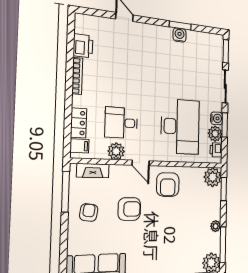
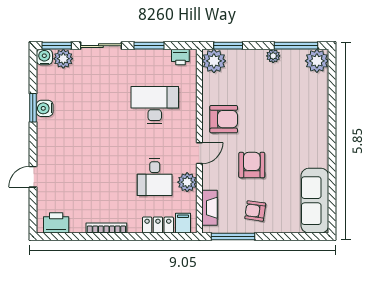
printer: (83, 46) -> (56, 223), moved
water cooler: (217, 118) -> (44, 57), moved
desk: (180, 127) -> (155, 105), width x0.73, depth x0.77
plant: (215, 134) -> (63, 59), moved

